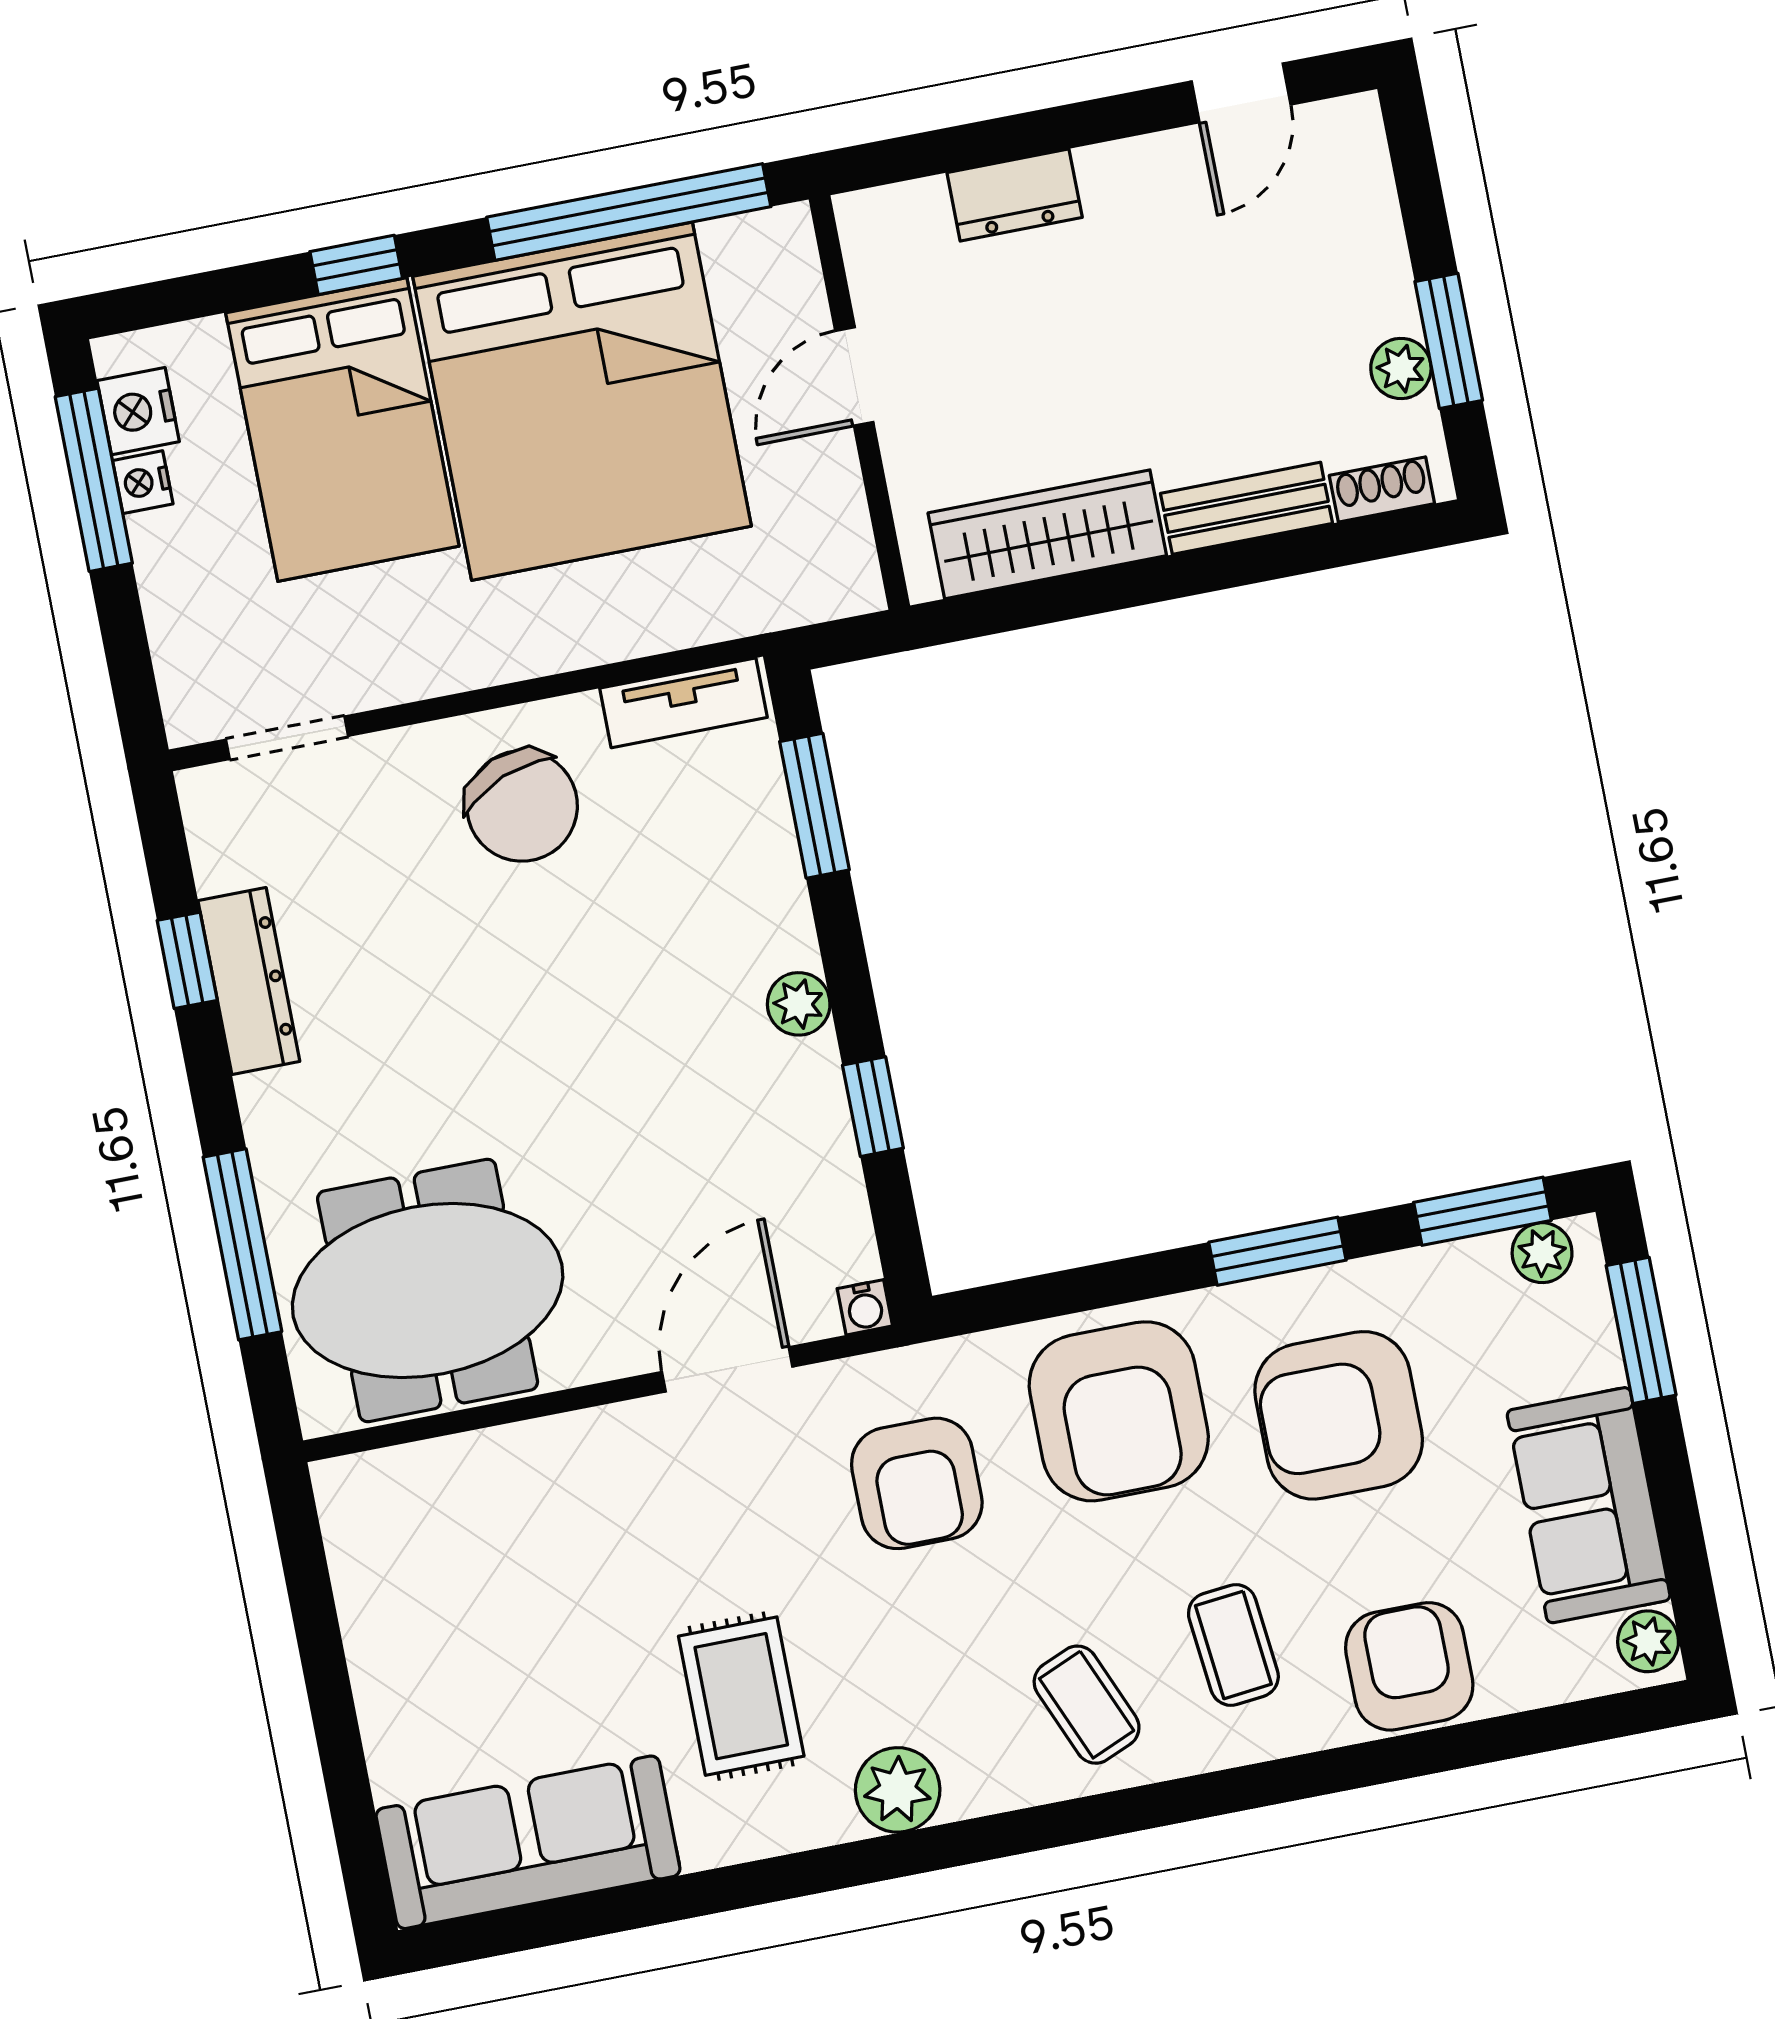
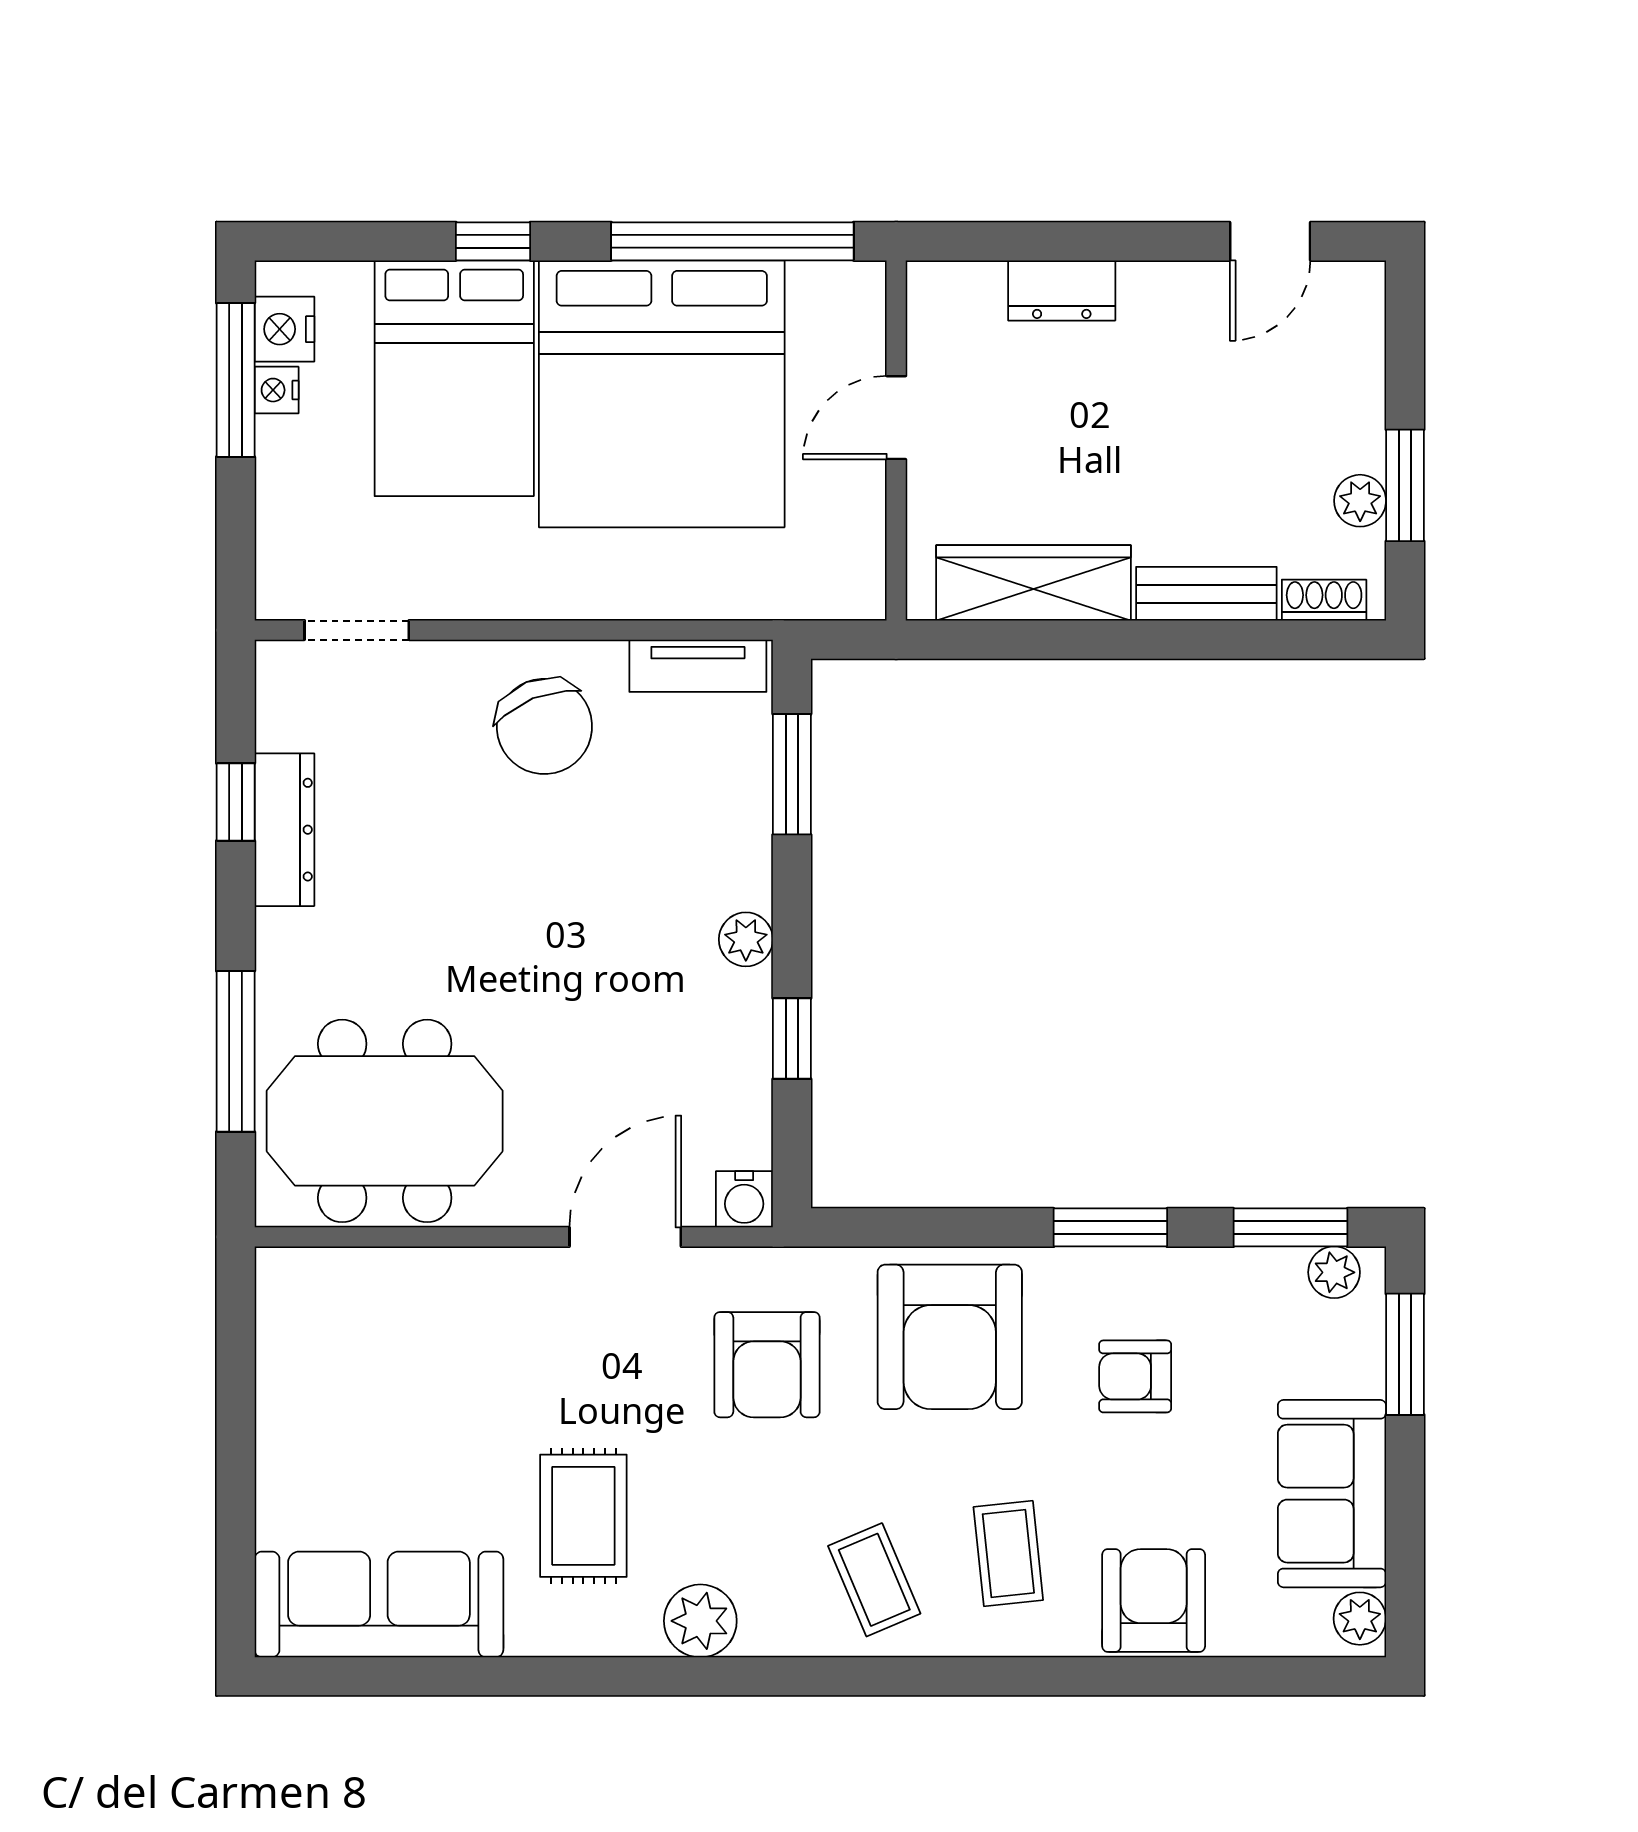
water cooler: (865, 1307) -> (744, 1199), width x1.38, depth x1.38
armchair: (1339, 1415) -> (1135, 1376), width x0.53, depth x0.53

